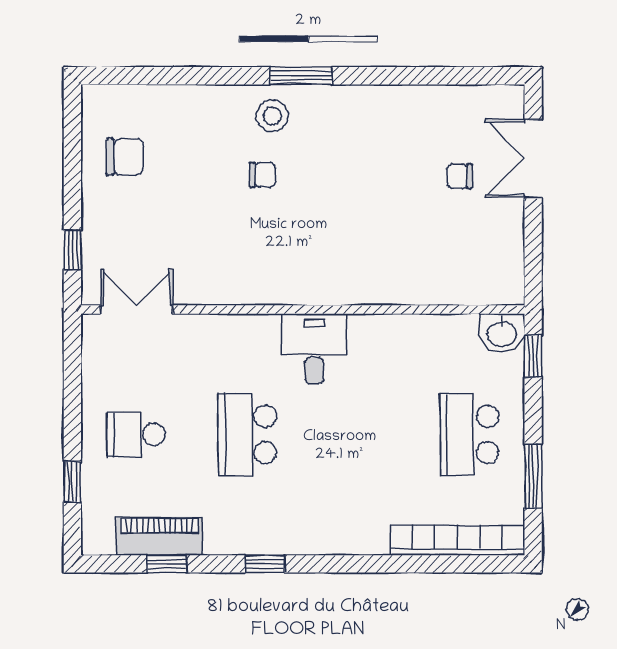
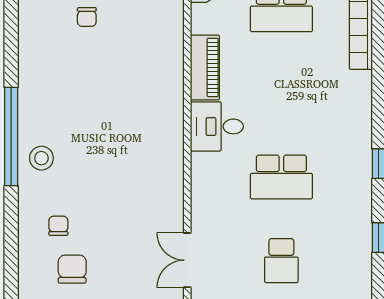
window: (301, 76) -> (11, 136), width x2.11
chair: (263, 175) -> (58, 226), moved
piano: (159, 536) -> (205, 67), moved, turned 180

